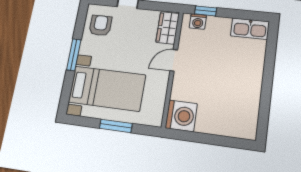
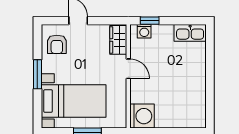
armchair: (100, 26) -> (57, 44), turned 180
door: (174, 60) -> (128, 69), swing flipped

